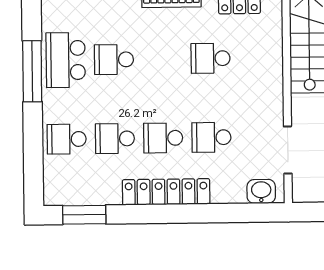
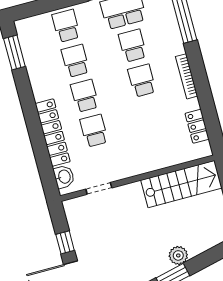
school desk: (210, 58) -> (142, 81), moved
doorway: (288, 150) -> (99, 188), width x0.73
locker: (166, 192) -> (53, 133), moved

